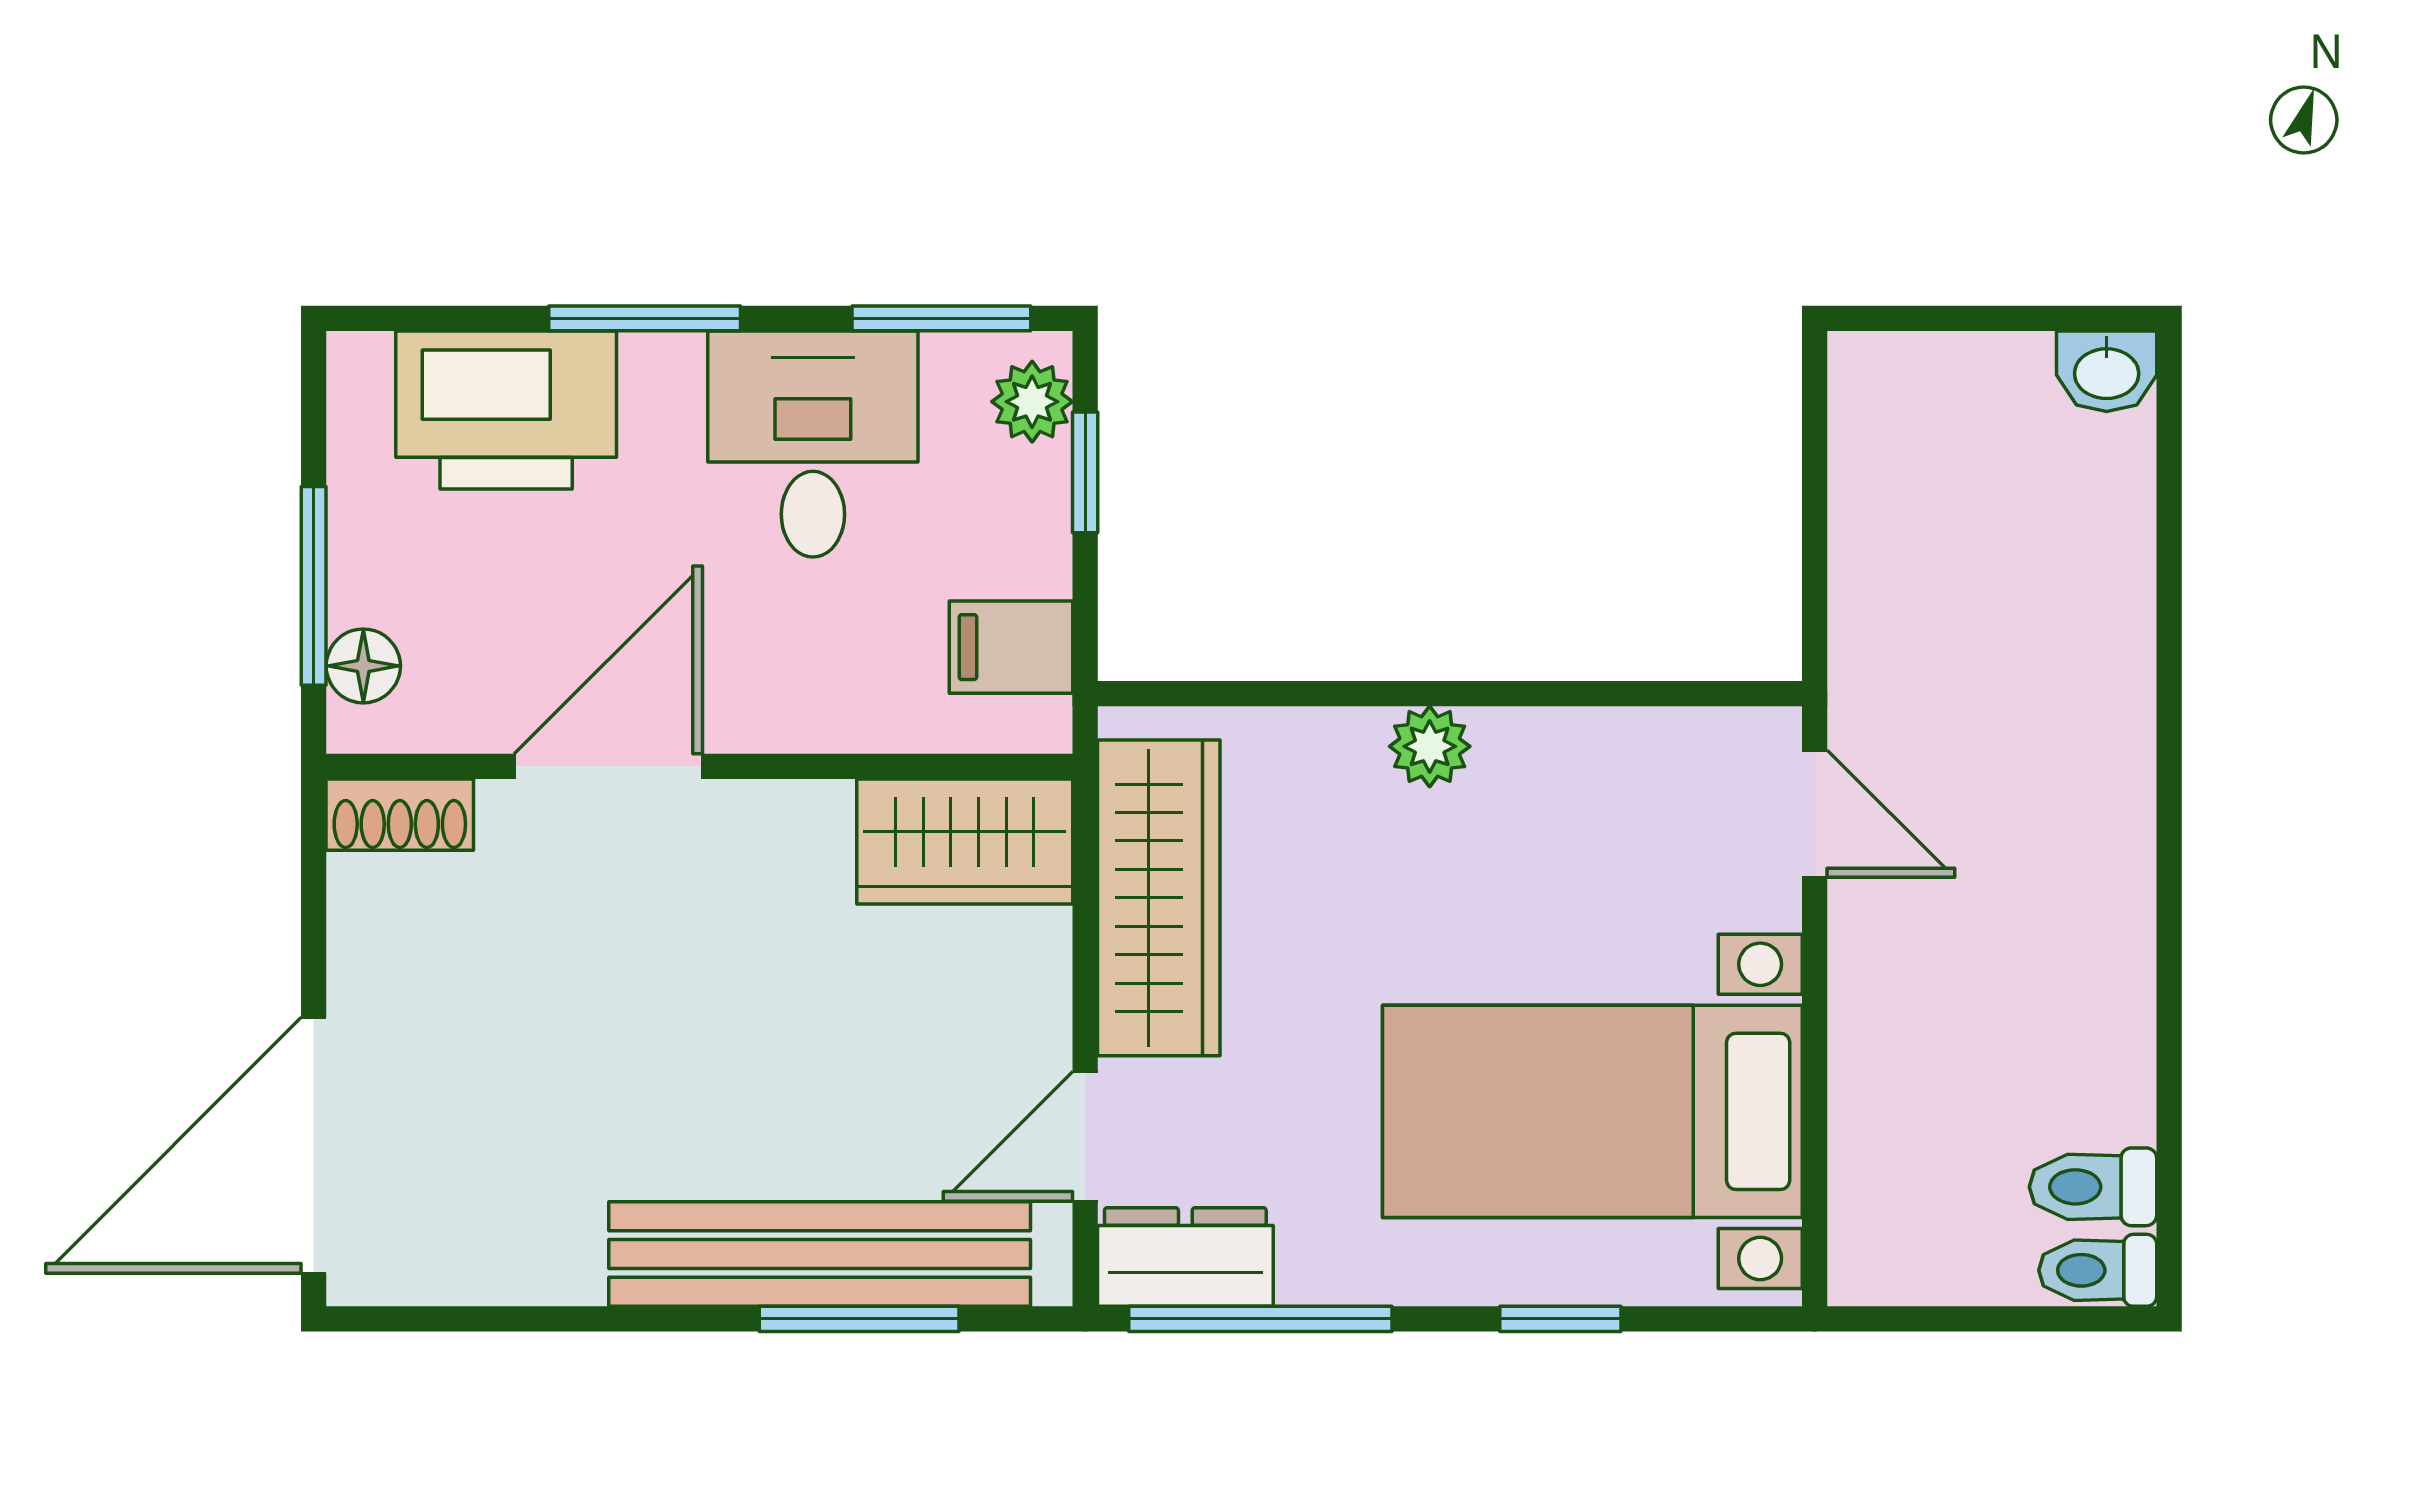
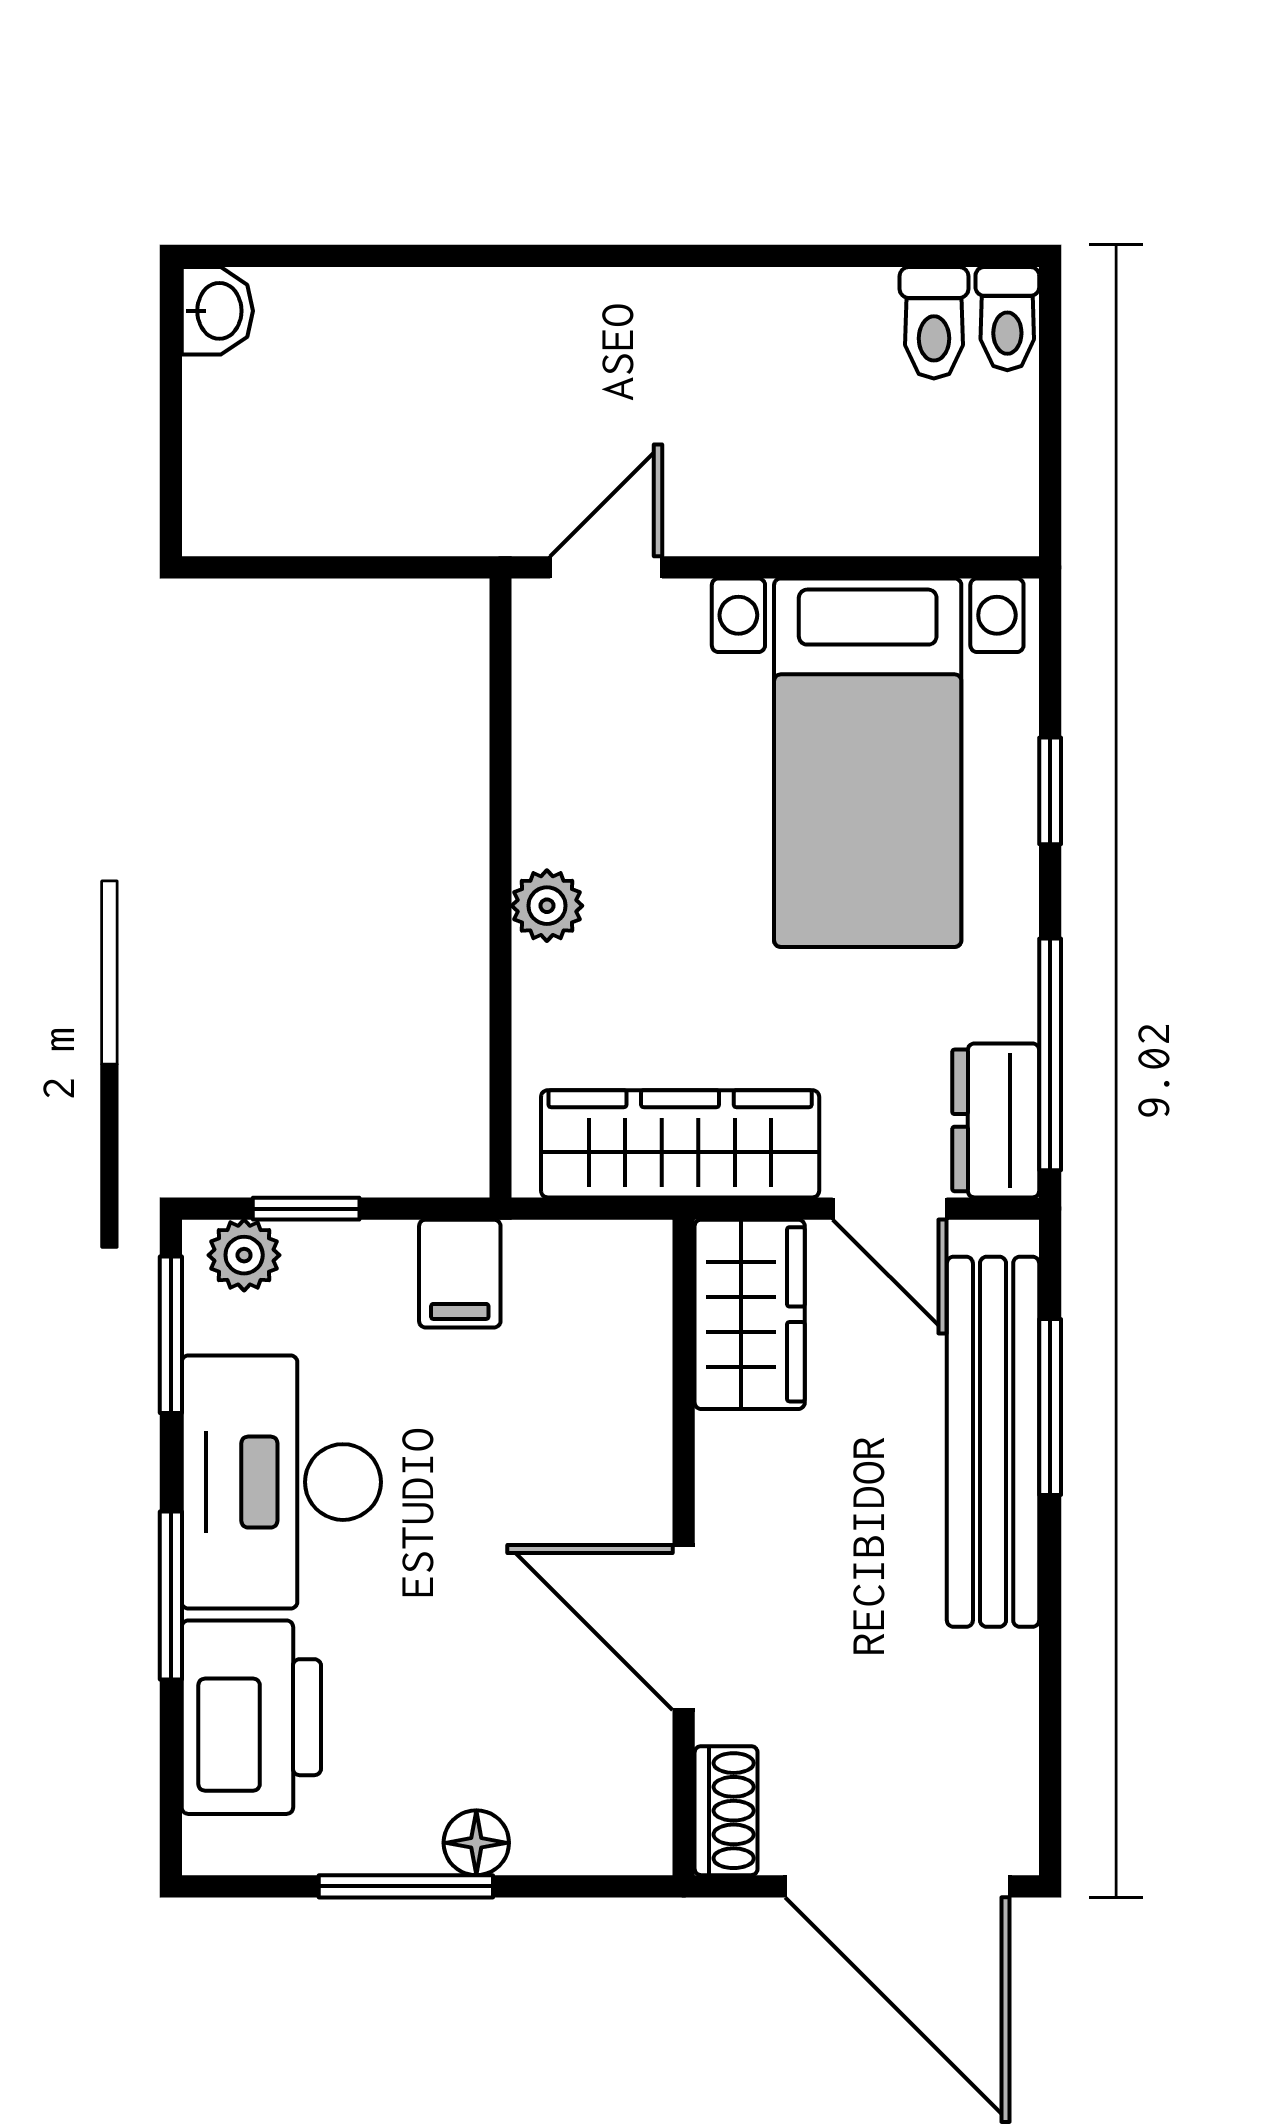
desk: (813, 444) -> (281, 1482), width x1.37
door: (608, 766) -> (684, 1627), moved
wall: (699, 766) -> (684, 1547), moved
shoe rack: (400, 815) -> (726, 1811), moved
wardrobe: (965, 842) -> (750, 1314), moved

